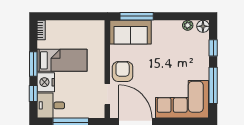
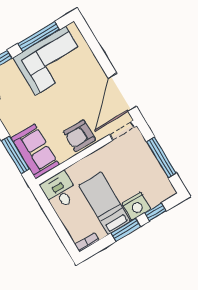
doorway: (107, 94) -> (122, 131), moved
corner sofa: (182, 99) -> (50, 61), moved, turned -90
desk: (51, 105) -> (60, 191), moved, turned 180

